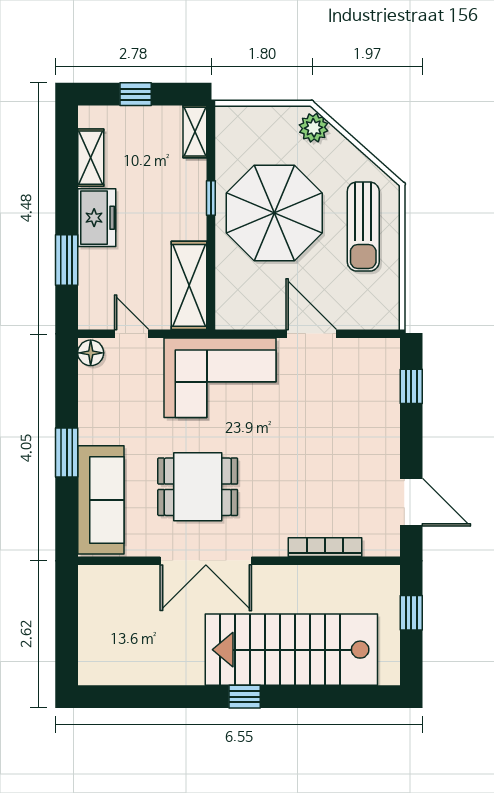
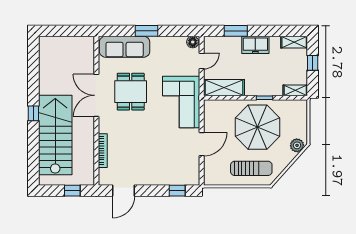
shelving: (91, 158) -> (294, 42), moved
sun lounger: (363, 227) -> (251, 168), turned 180

